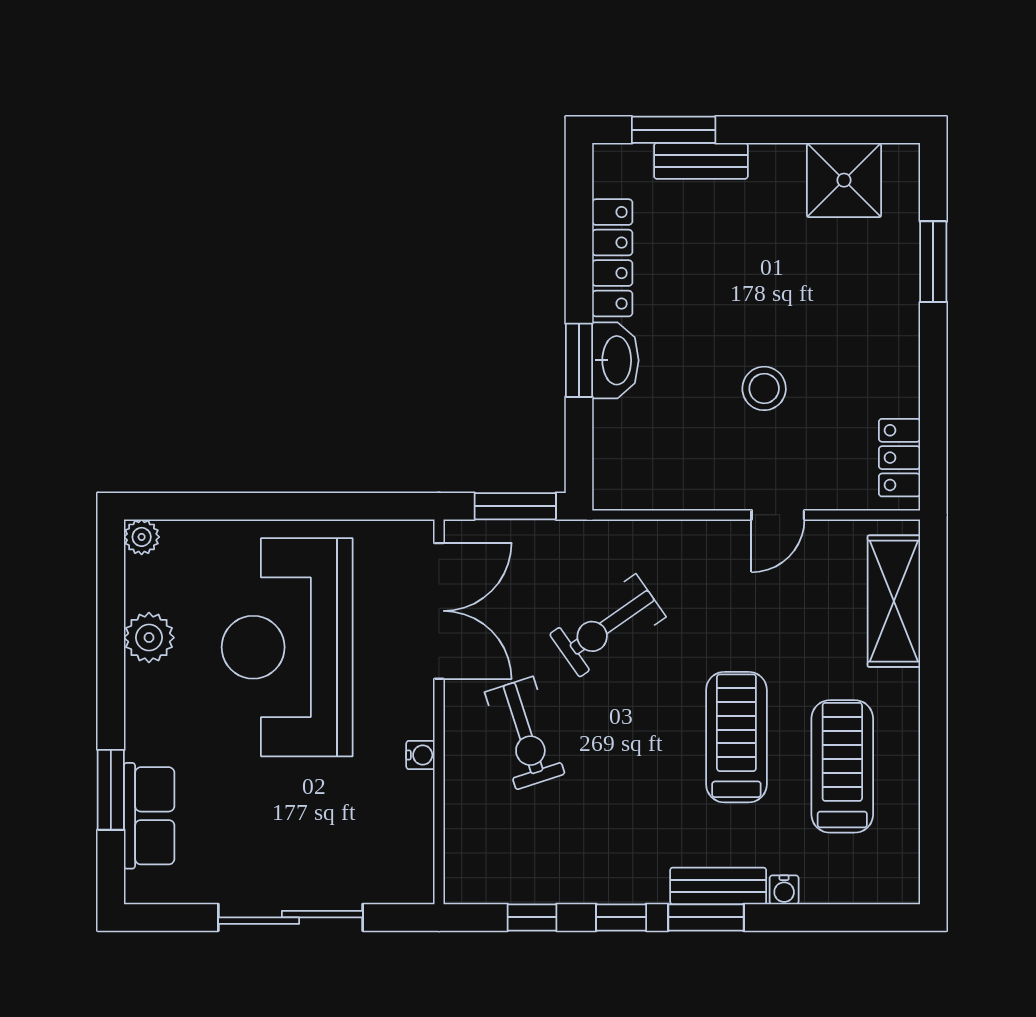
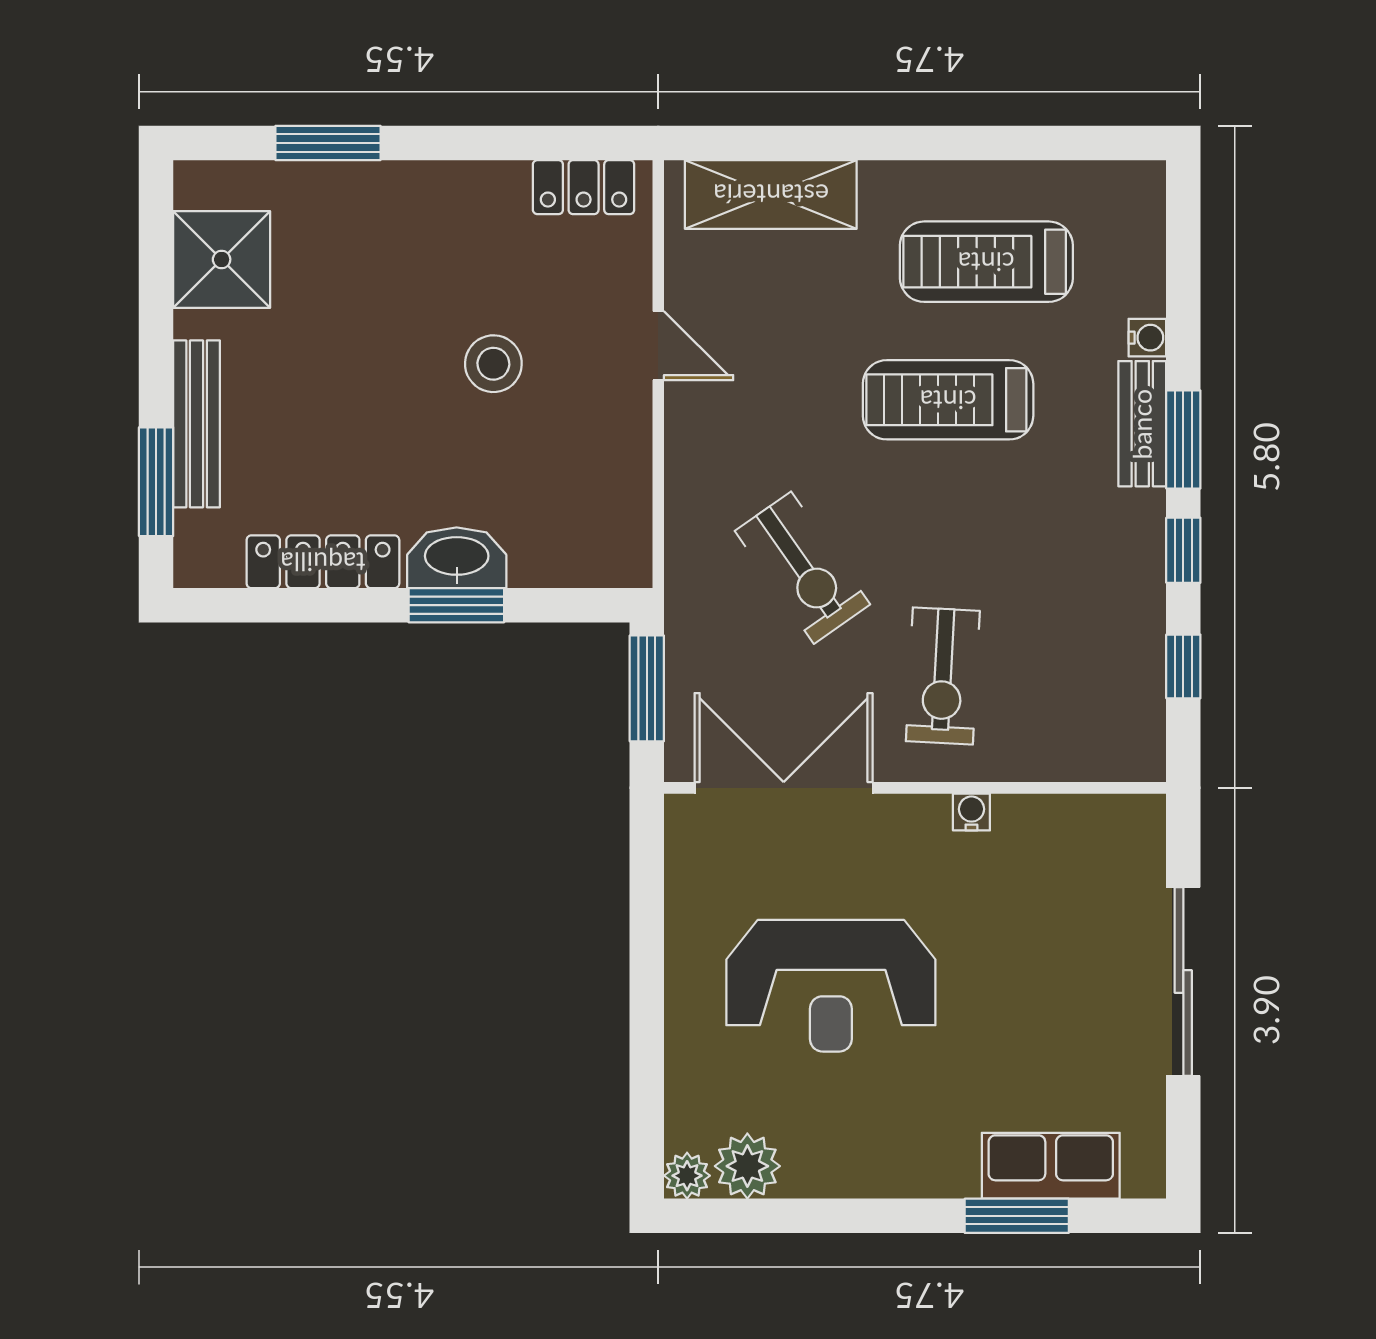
bench: (701, 161) -> (197, 424), width x1.36
plant: (149, 638) -> (747, 1166), moved
reception desk: (287, 647) -> (831, 986), width x0.74, depth x0.77
exercise bike: (525, 733) -> (943, 676), turned 111

